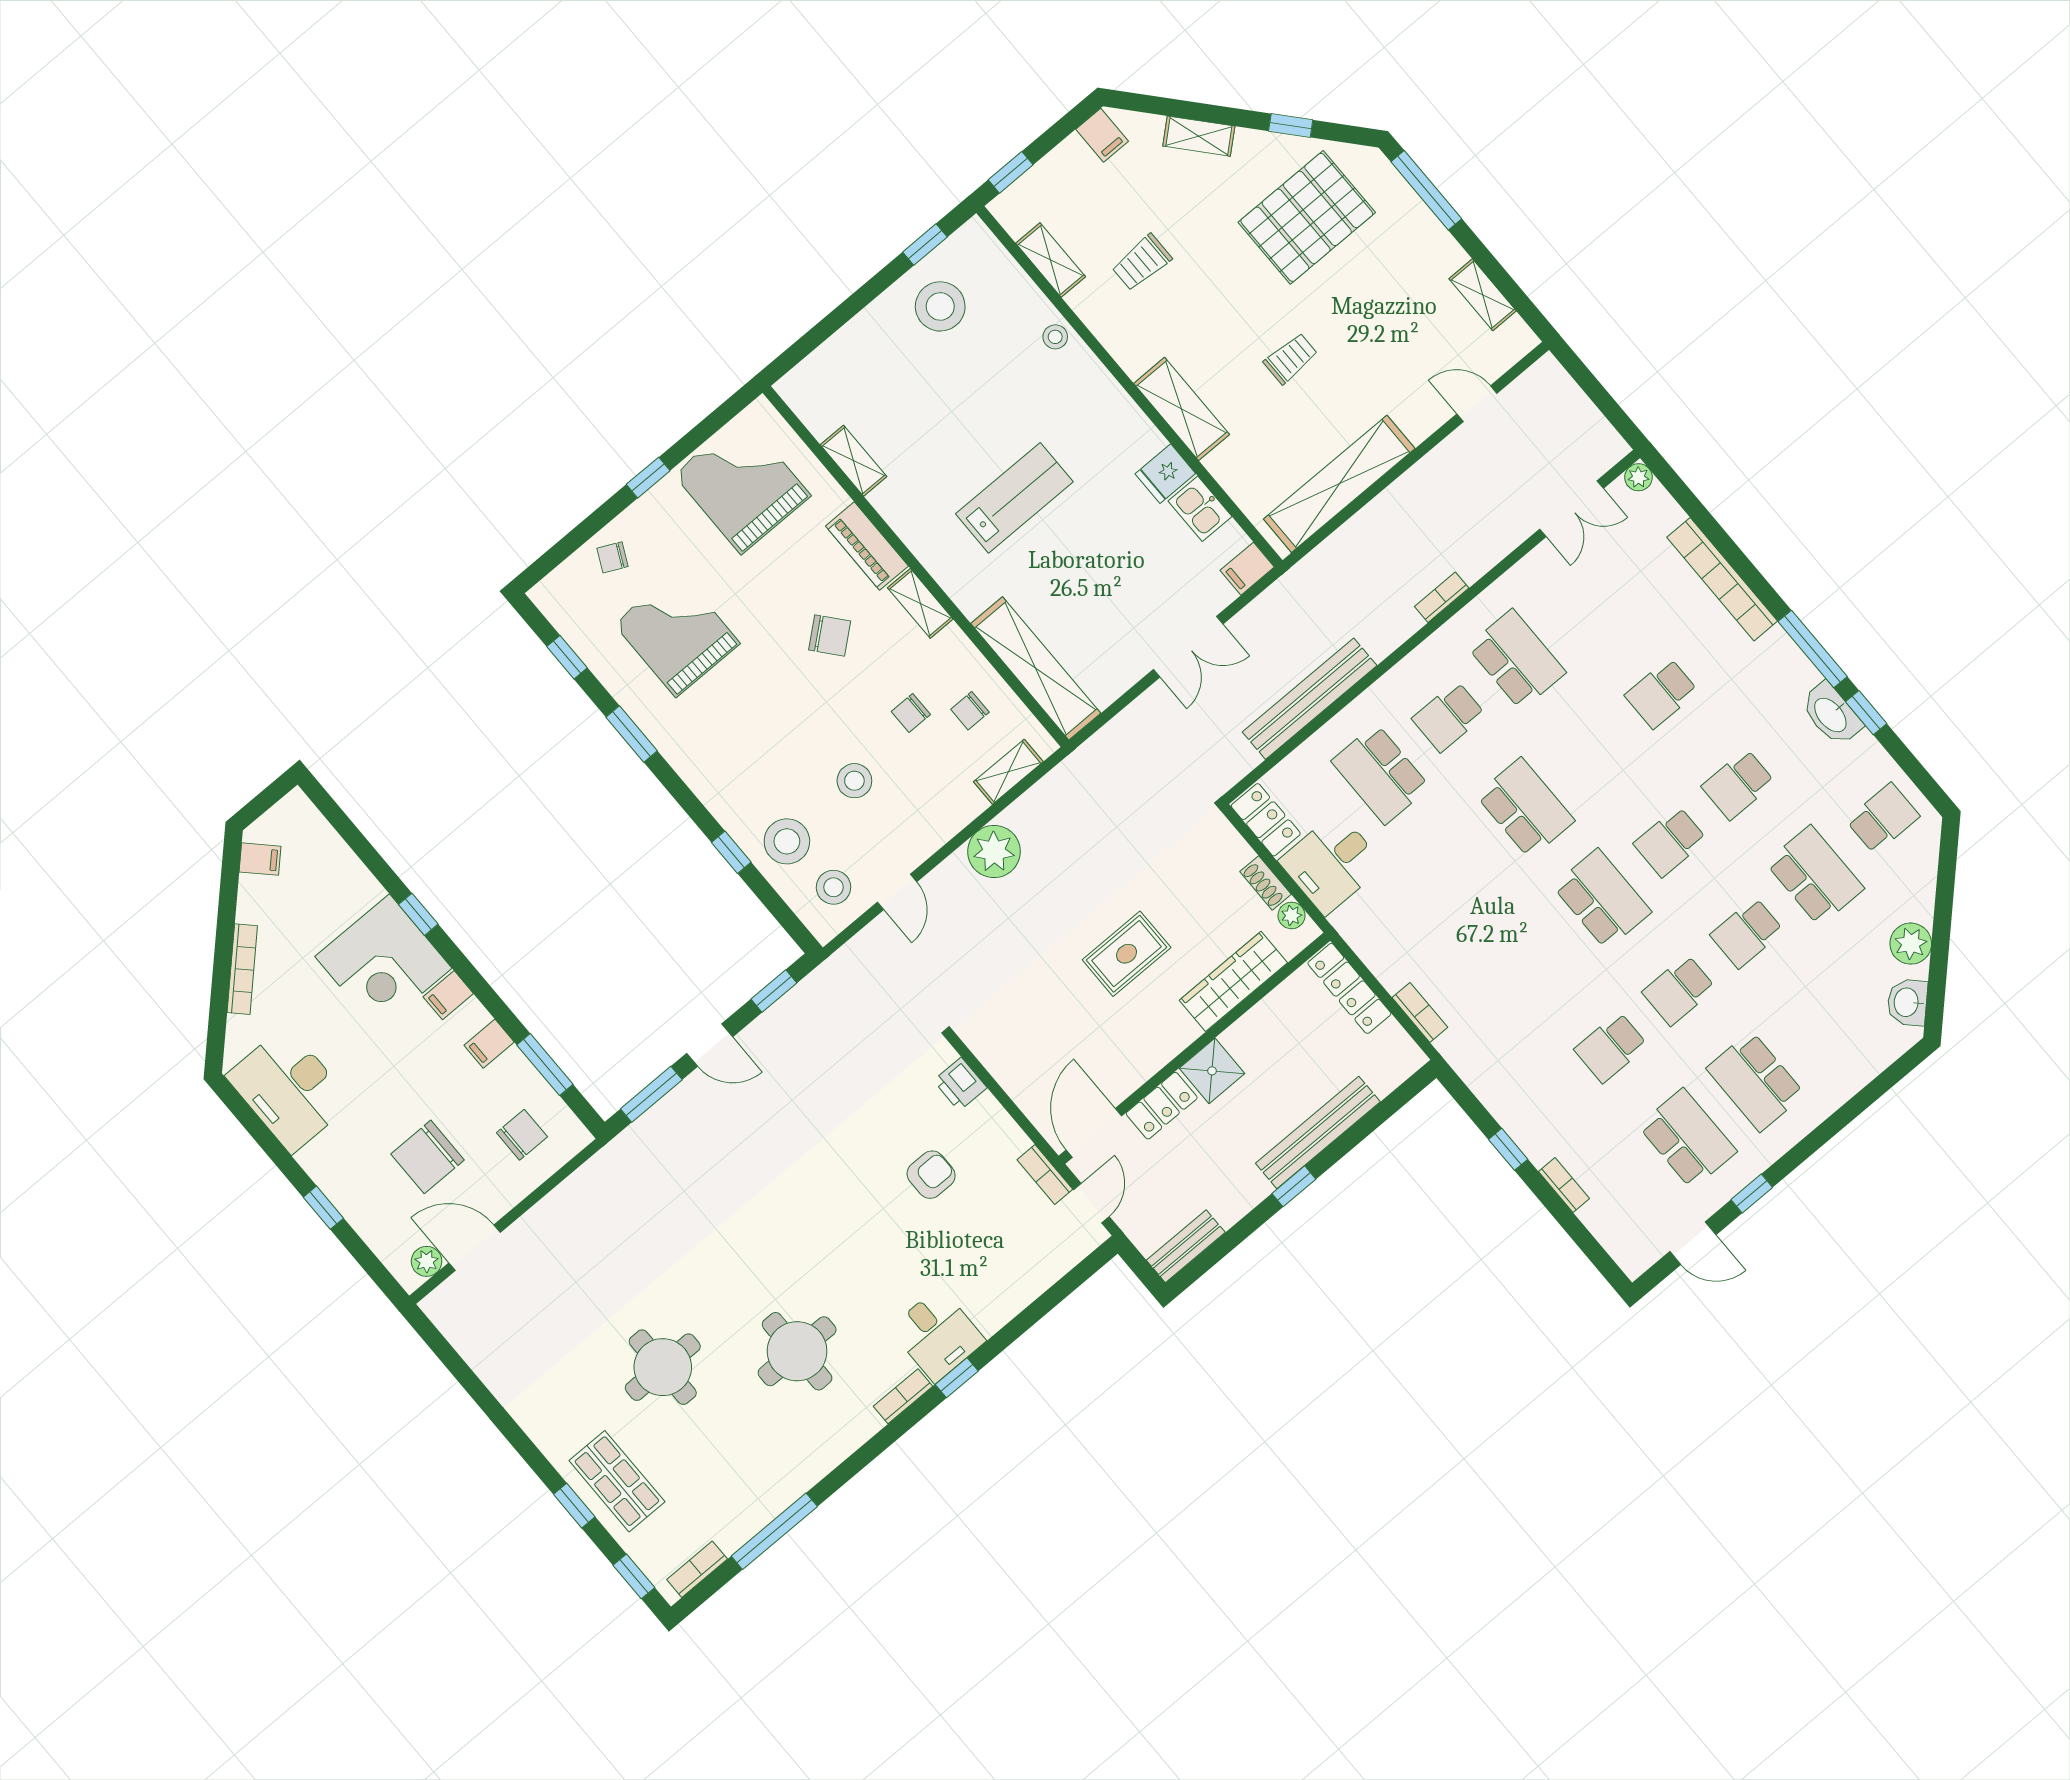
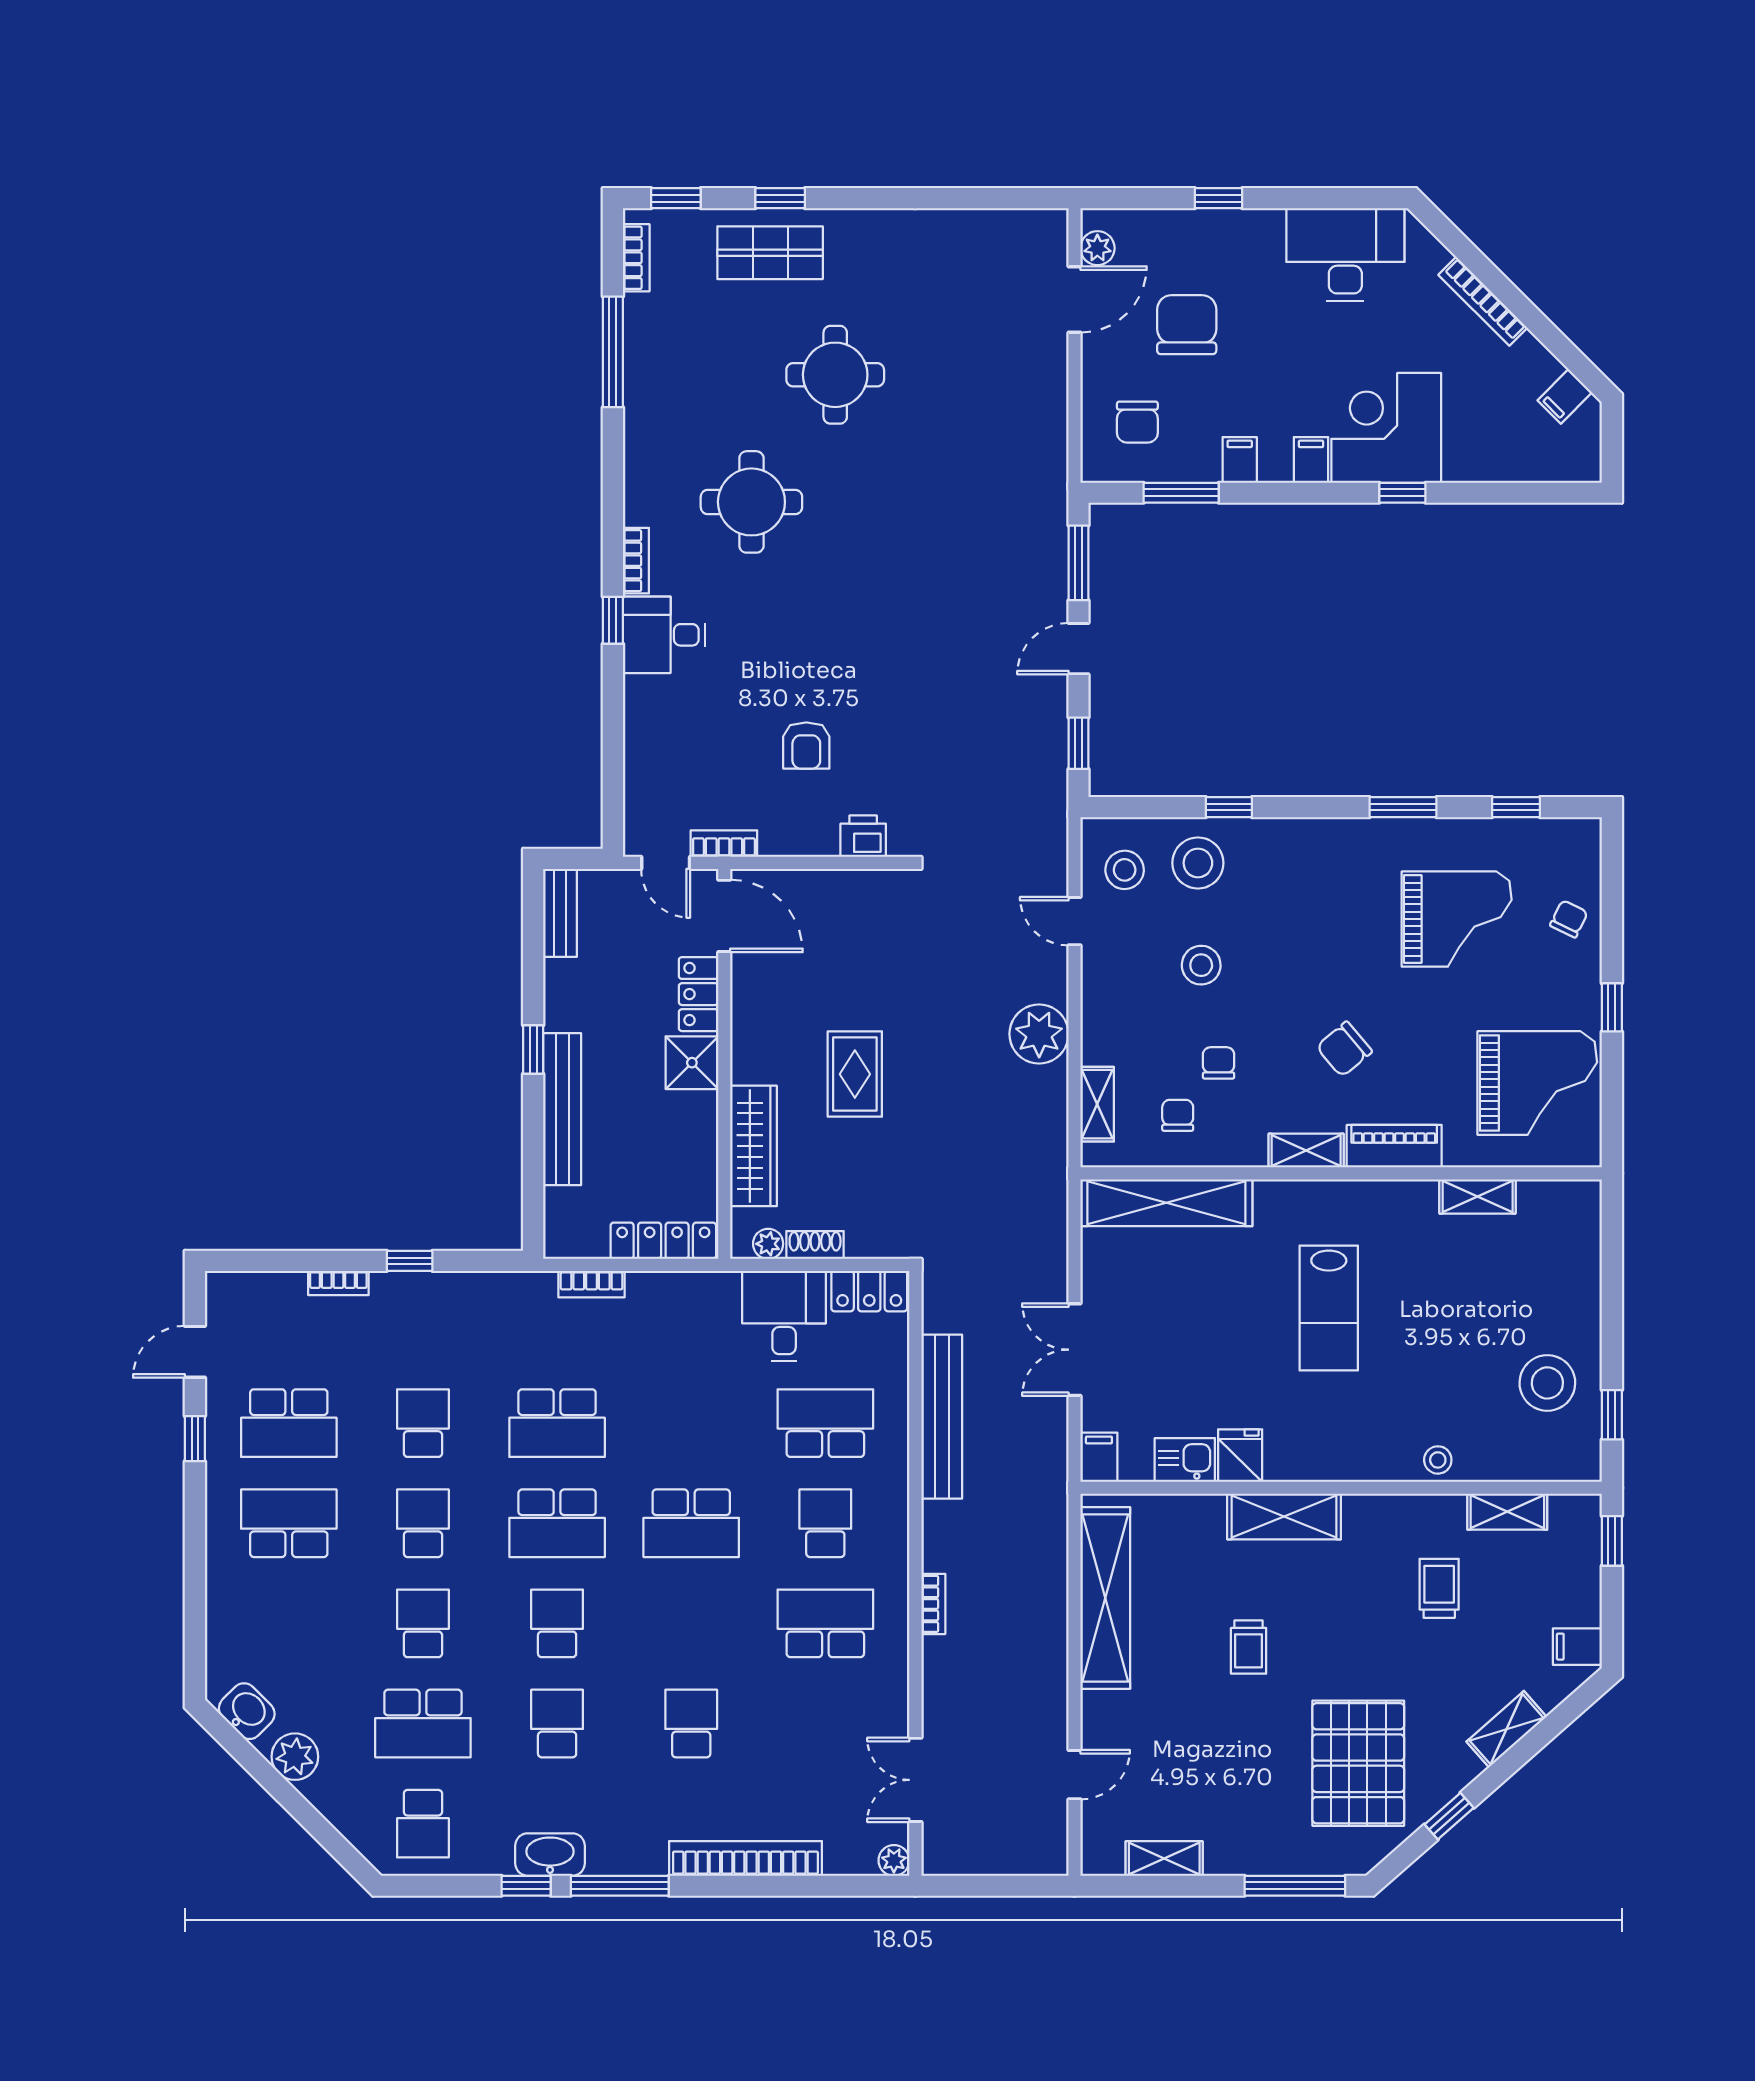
school desk: (1517, 659) -> (825, 1623), turned 180
school desk: (1534, 956) -> (557, 1423), added

